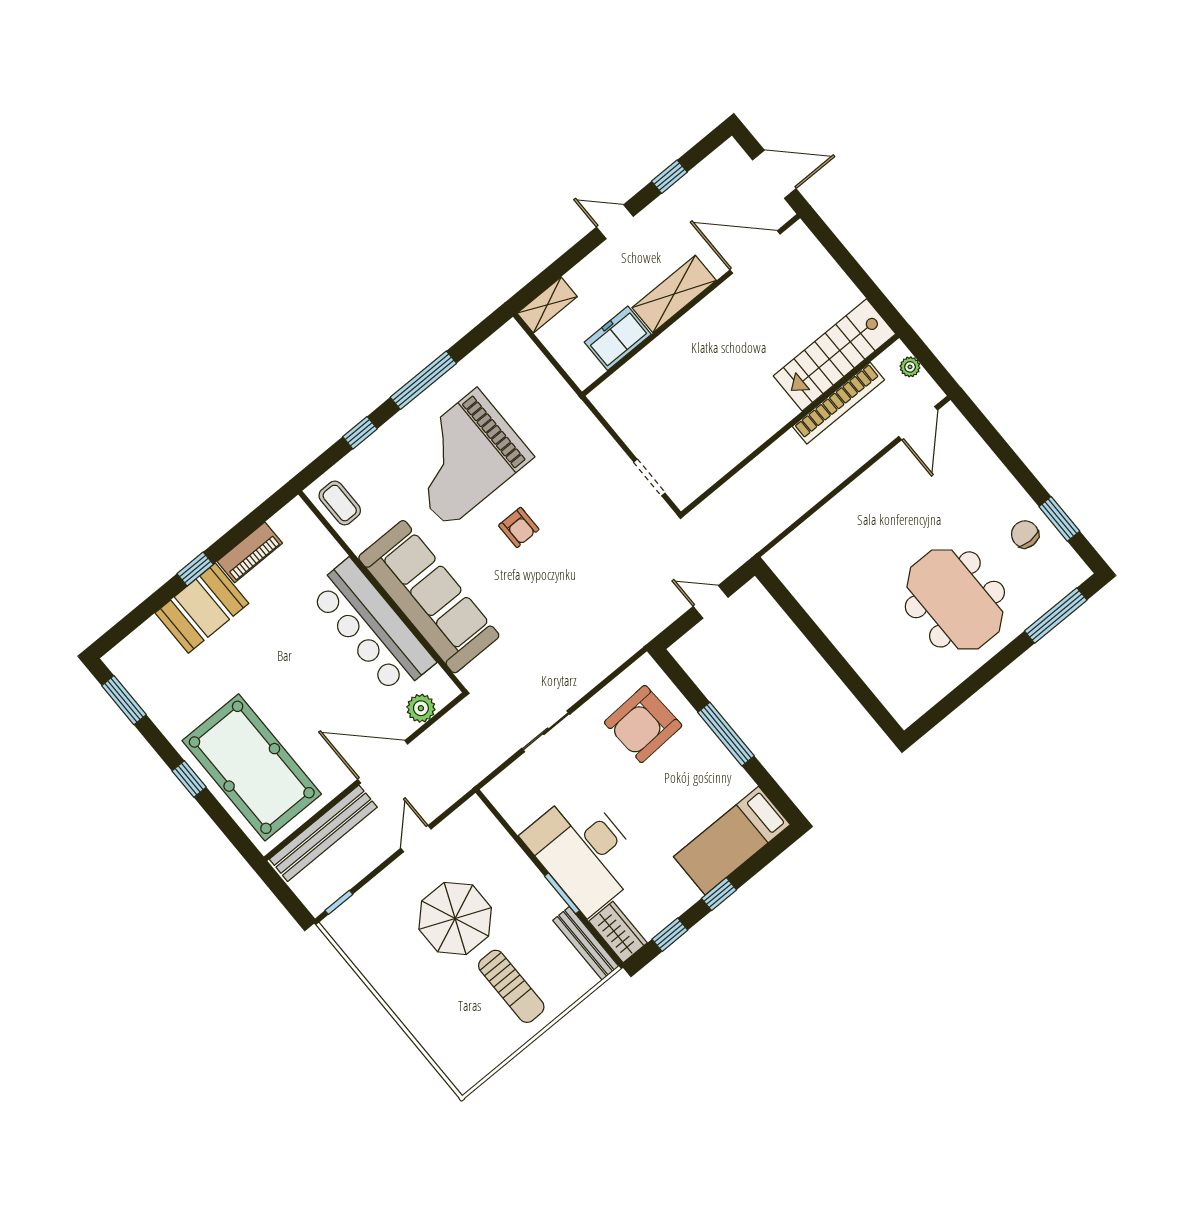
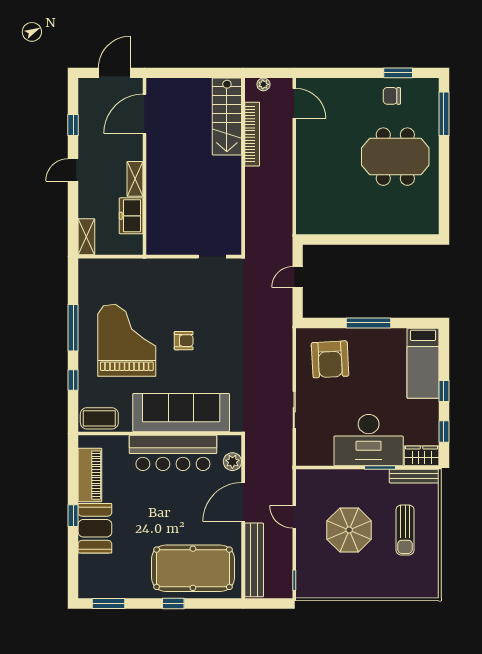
shelving: (674, 294) -> (135, 179), width x0.67, depth x0.75
grand piano: (462, 458) -> (127, 340), turned 180
coffee table: (340, 503) -> (99, 418), width x1.36, depth x1.30
piano: (250, 552) -> (90, 475), width x1.37, depth x1.33
sun lounger: (511, 986) -> (405, 530), turned 90

